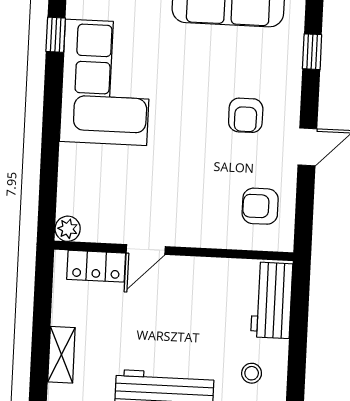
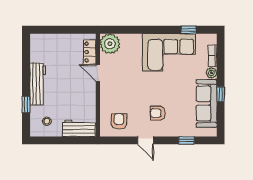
plant: (68, 229) -> (110, 44), width x1.88, depth x1.88
shelving: (61, 355) -> (51, 39), removed

